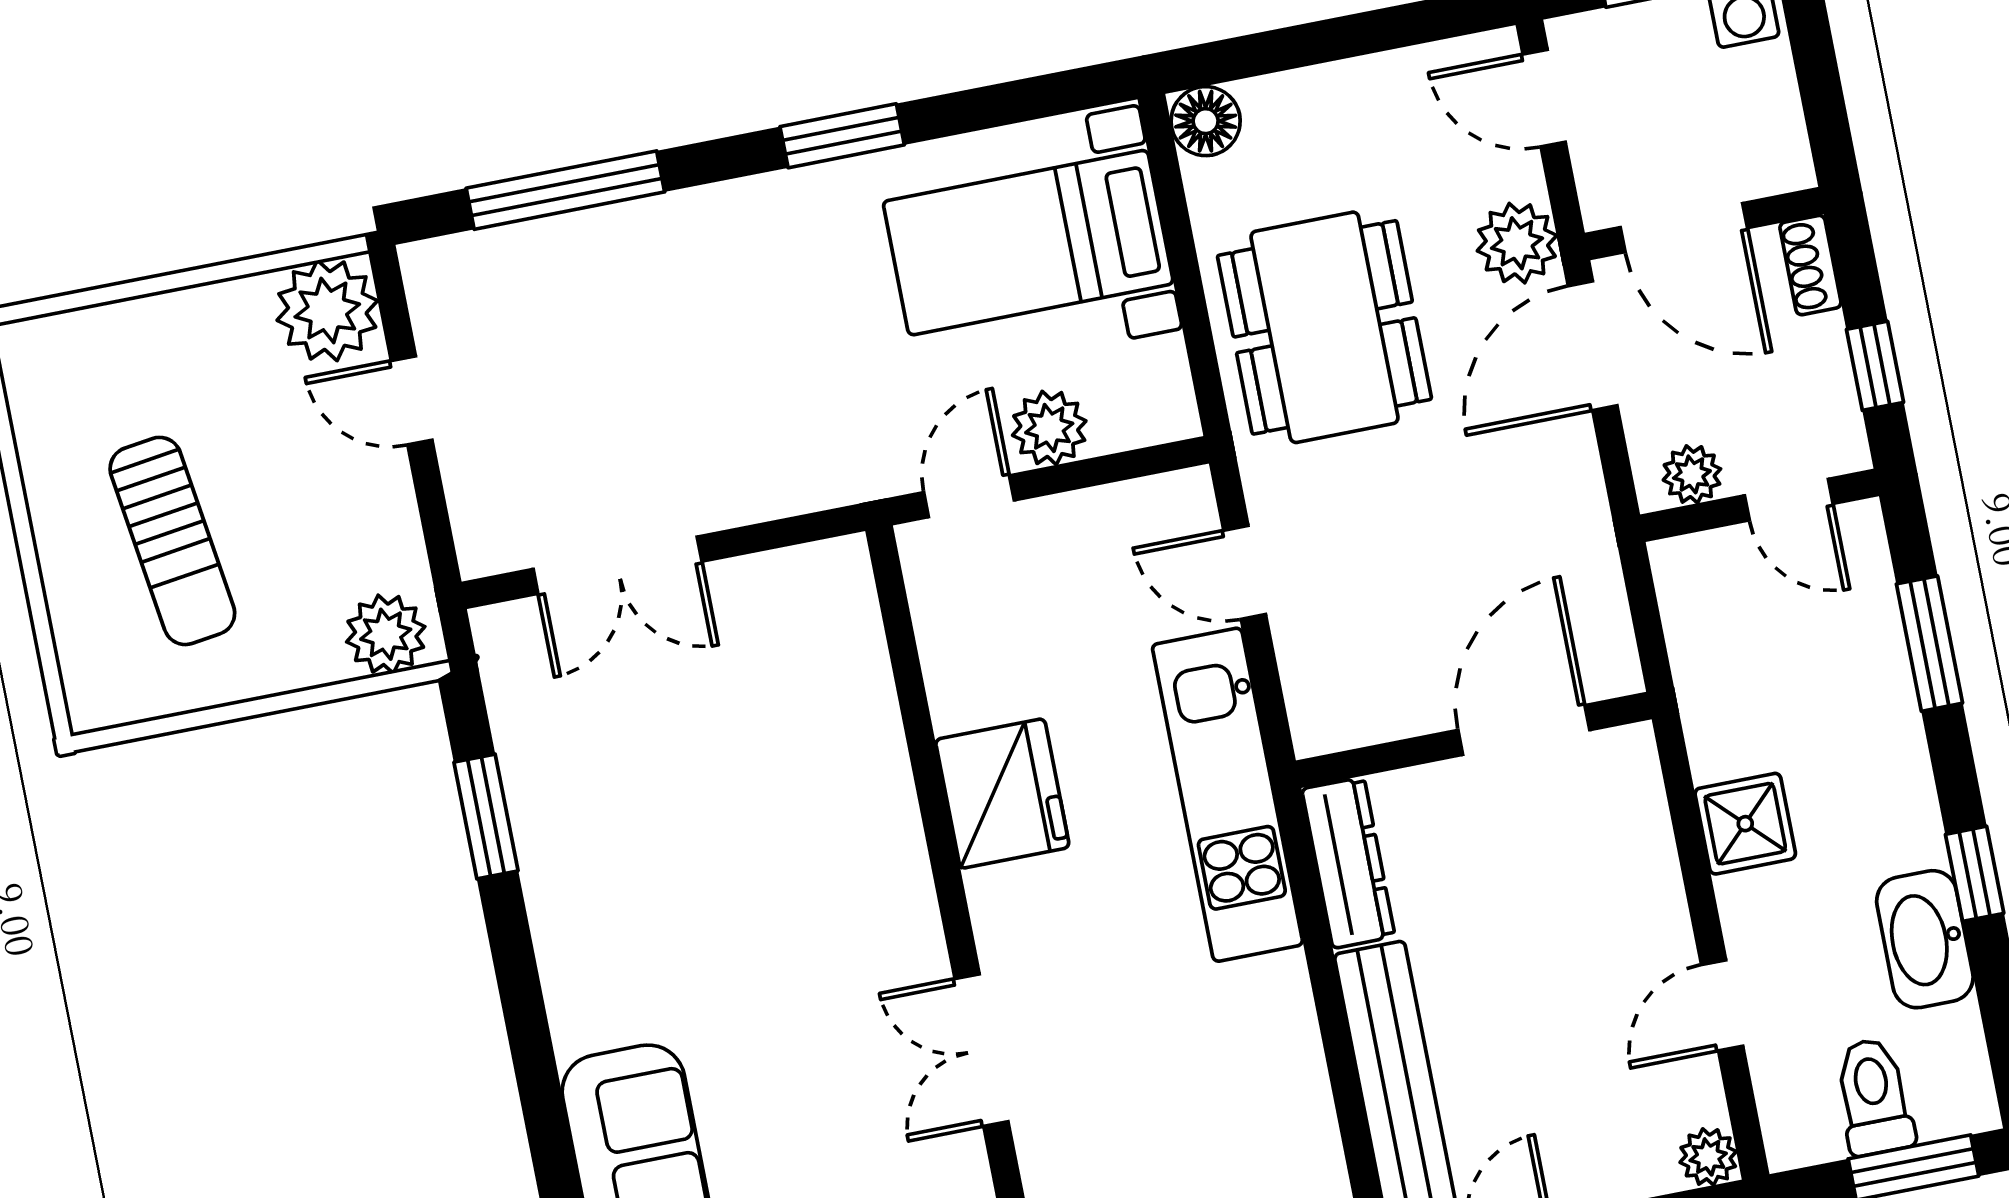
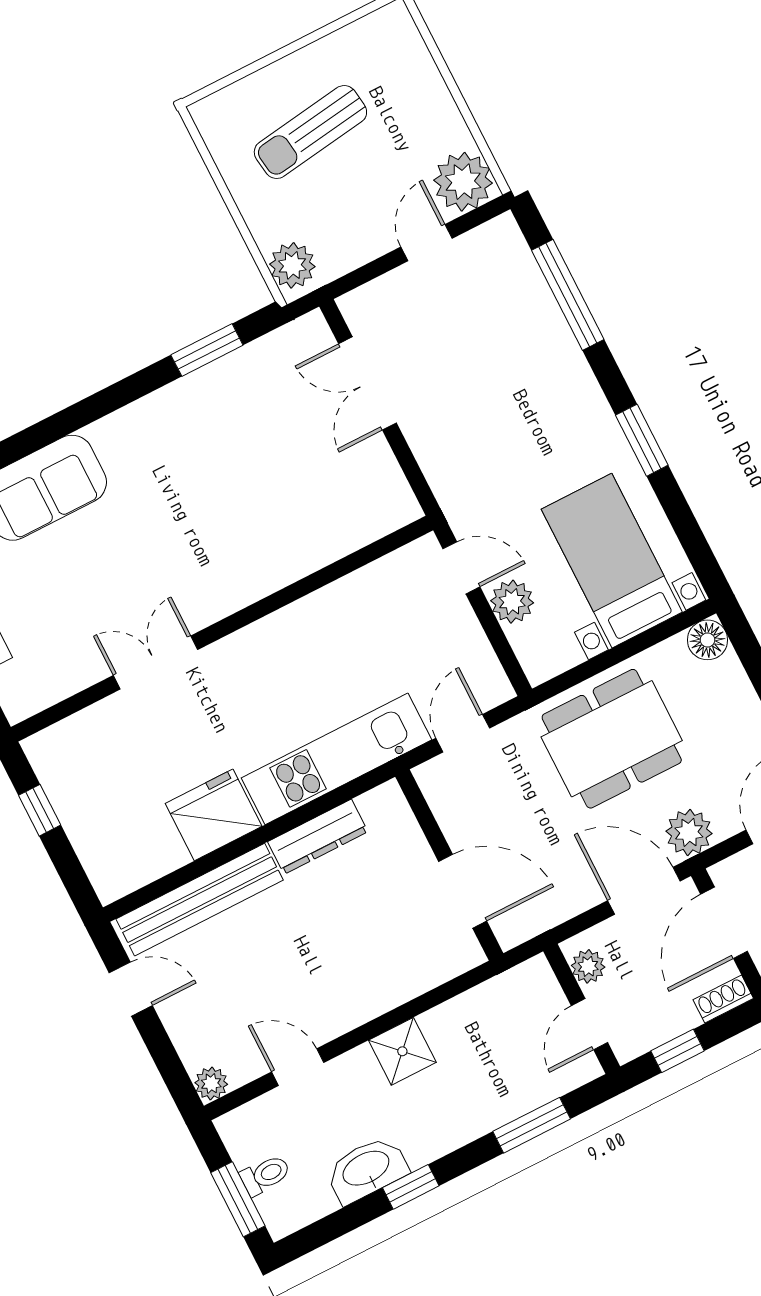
door: (1524, 730) -> (463, 891), moved
wall: (1474, 740) -> (449, 865), moved
fridge: (1002, 794) -> (214, 815), moved, turned 180
toilet: (1874, 1097) -> (265, 1175), width x0.73, depth x0.72

